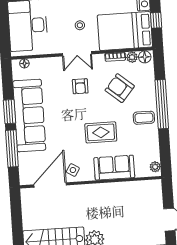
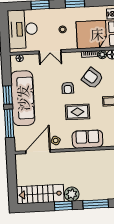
double door: (77, 54) -> (50, 52), moved
armchair: (80, 86) -> (68, 88), moved

